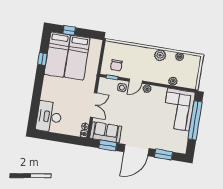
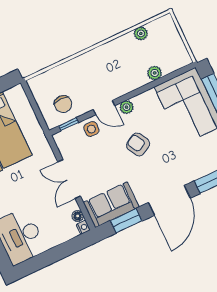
plant: (160, 55) -> (113, 50), removed
door: (136, 81) -> (104, 108), hinge flipped
double door: (94, 105) -> (69, 179), swing flipped
armchair: (140, 111) -> (138, 144), added

